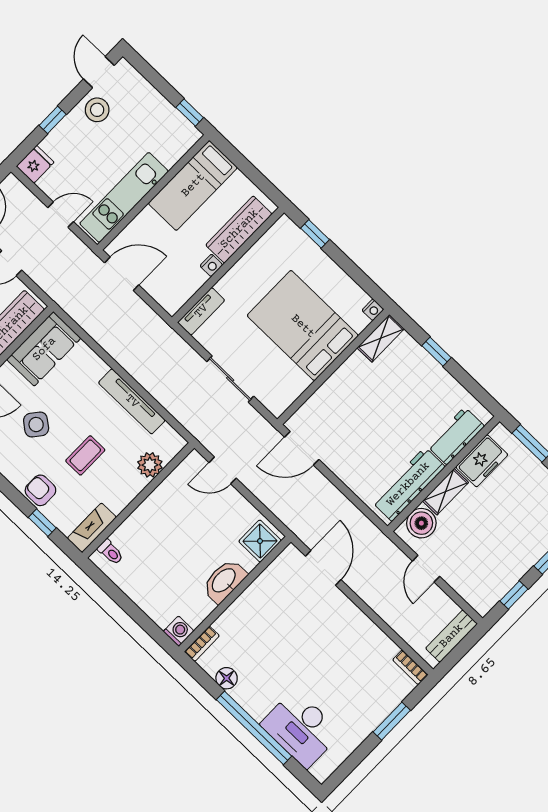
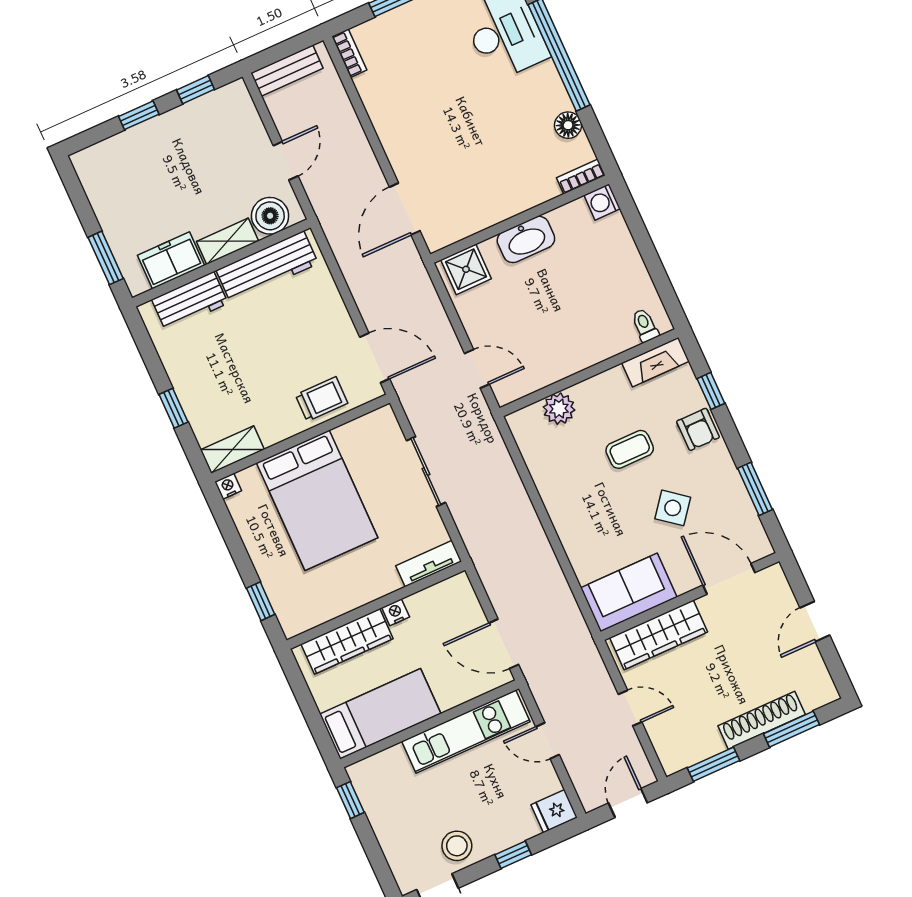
tv unit: (132, 401) -> (551, 491), removed
trolley: (329, 402) -> (322, 399), added

